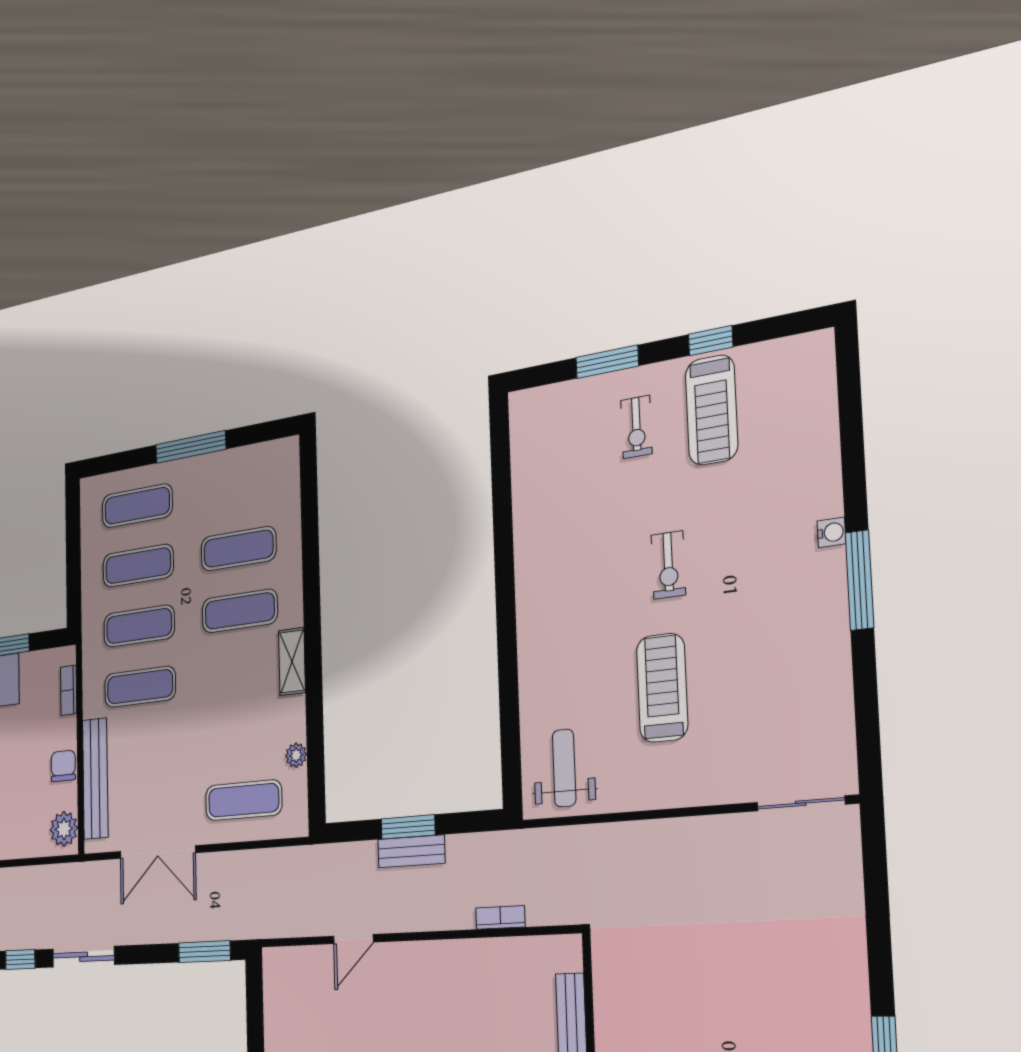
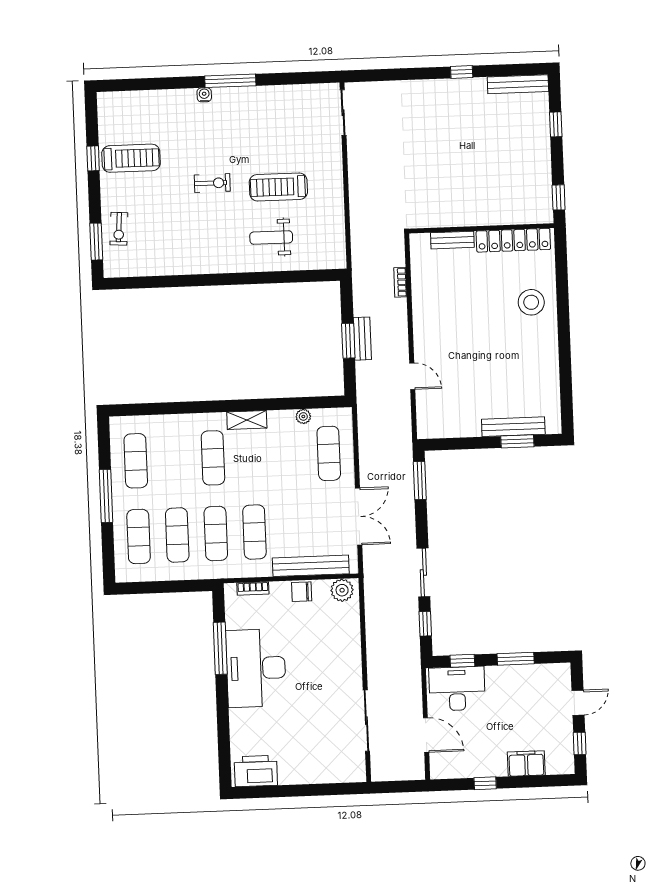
window: (607, 362) -> (96, 242), moved
exercise bike: (636, 427) -> (119, 229), moved, turned 94
exercise mat: (238, 549) -> (136, 461), moved
weight bench: (564, 768) -> (271, 238), moved

